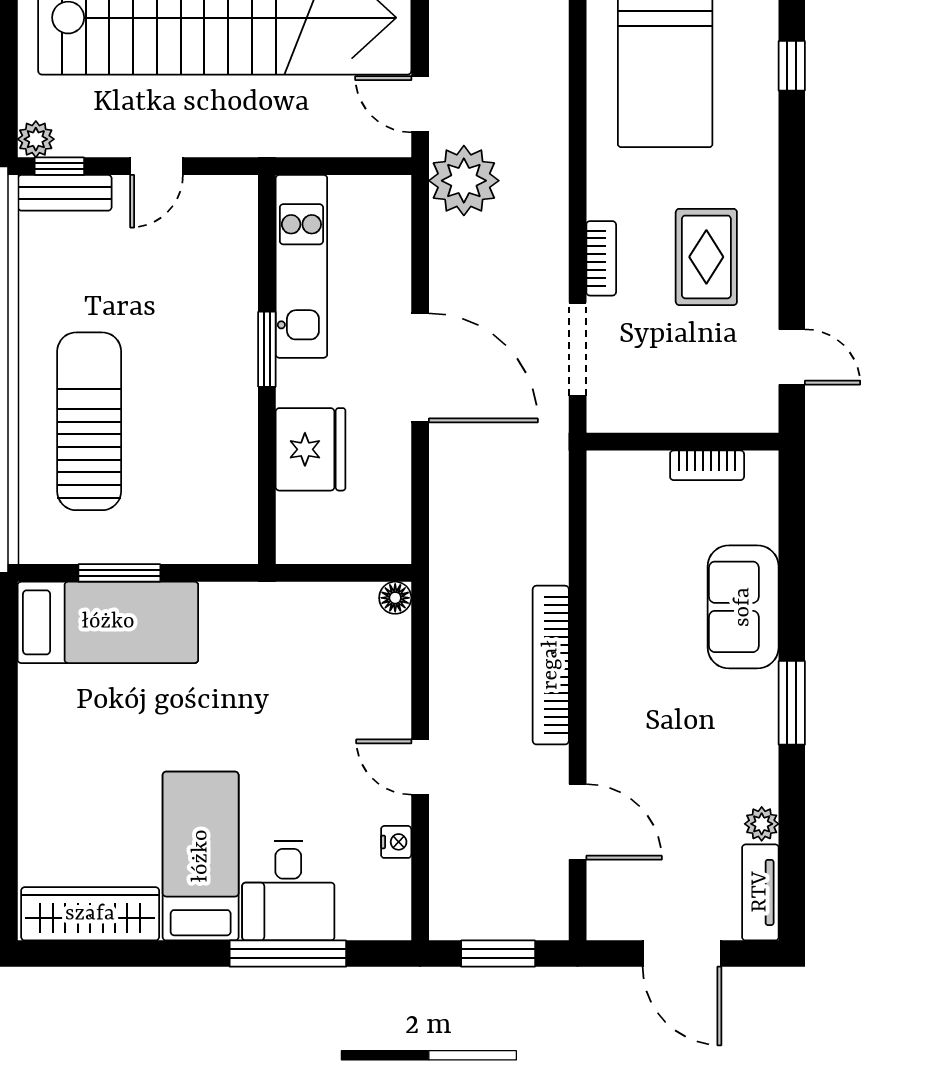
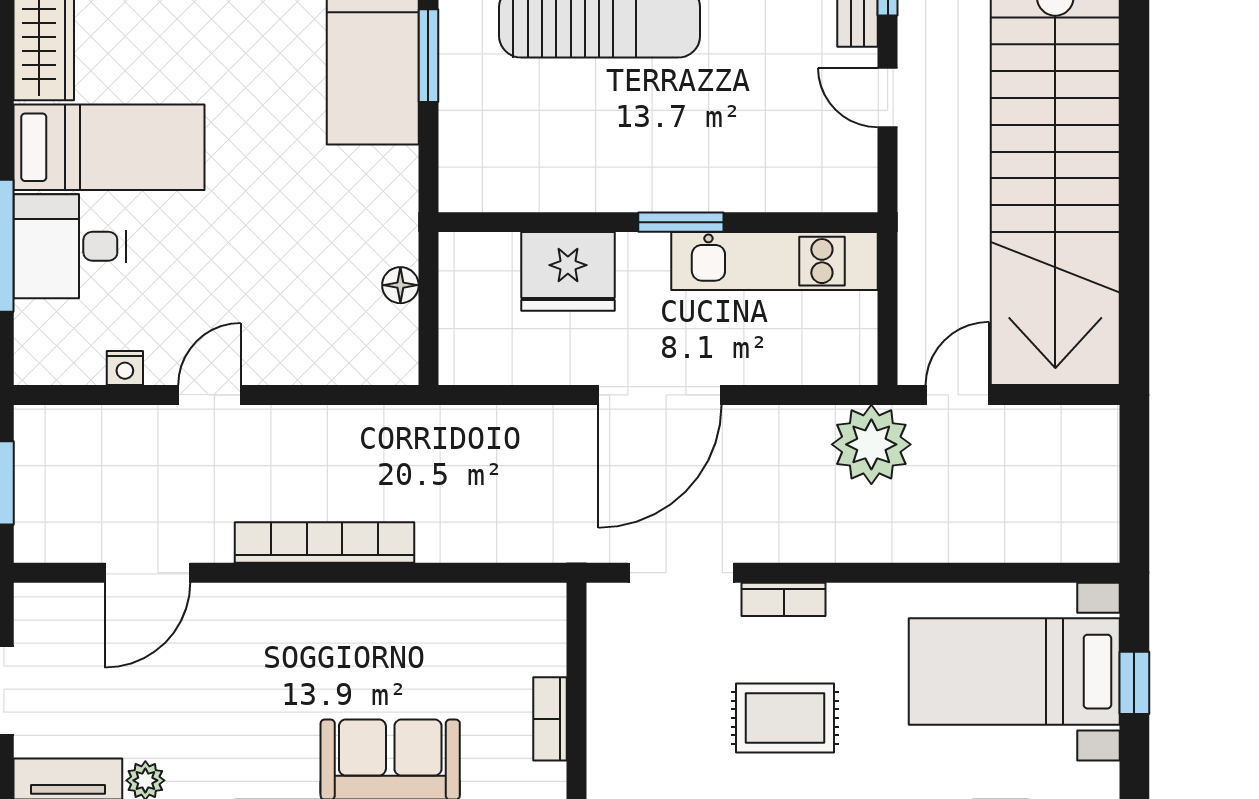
floor lamp: (395, 598) -> (400, 285), moved

